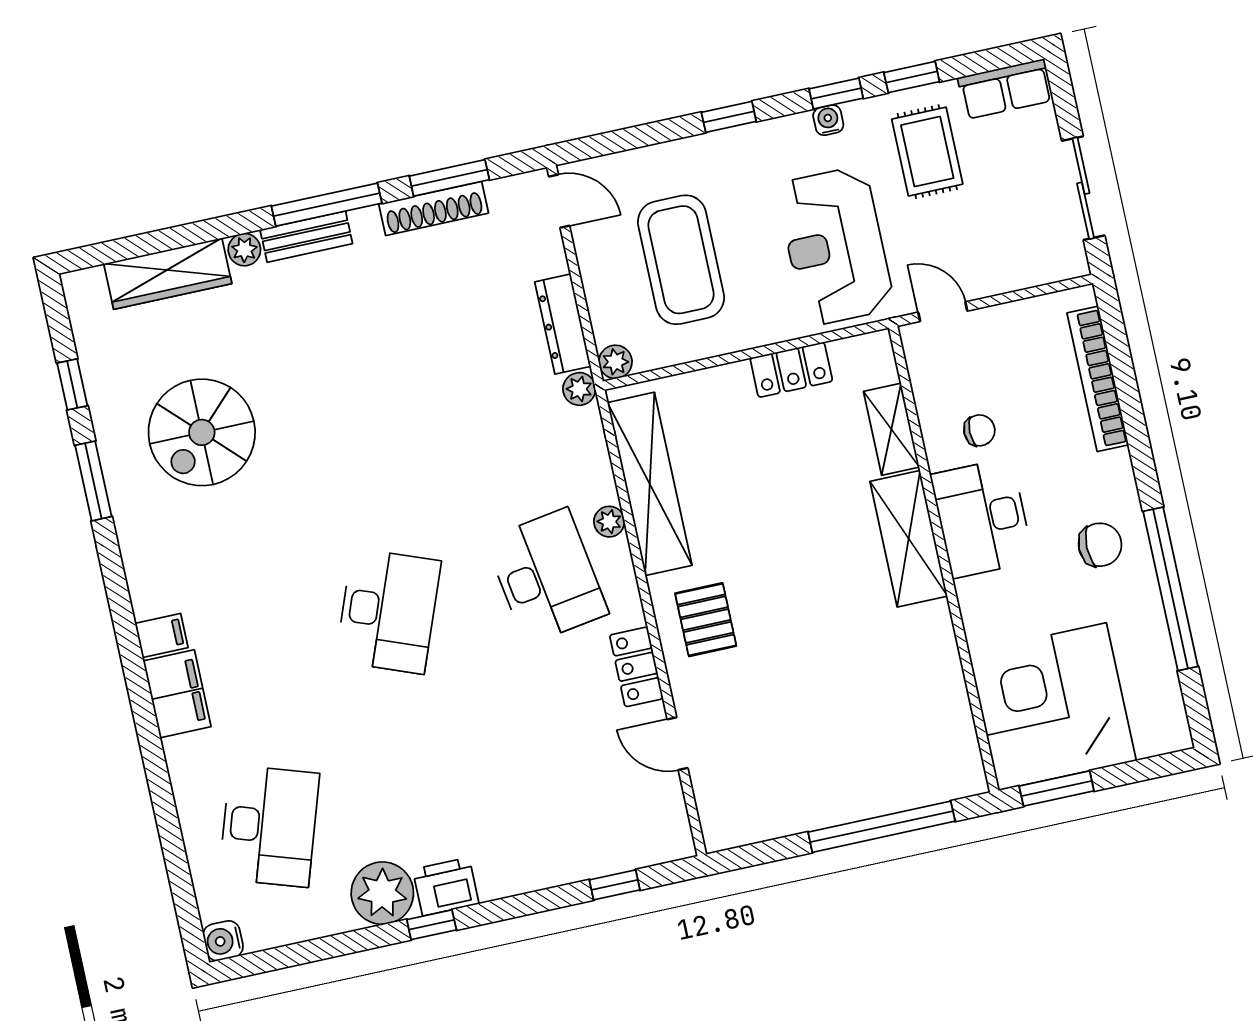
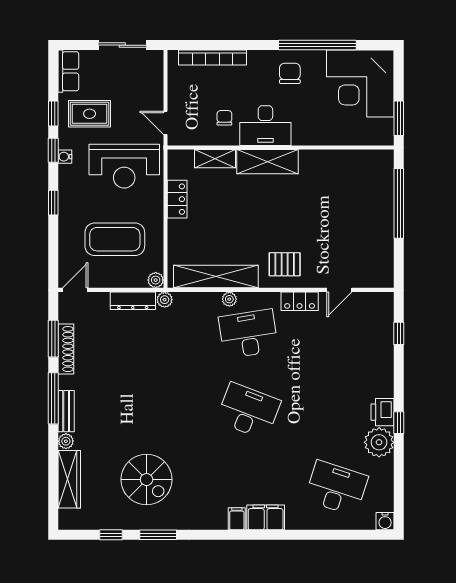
door: (943, 312) -> (166, 123), hinge flipped
corner desk: (1052, 707) -> (360, 84), moved

